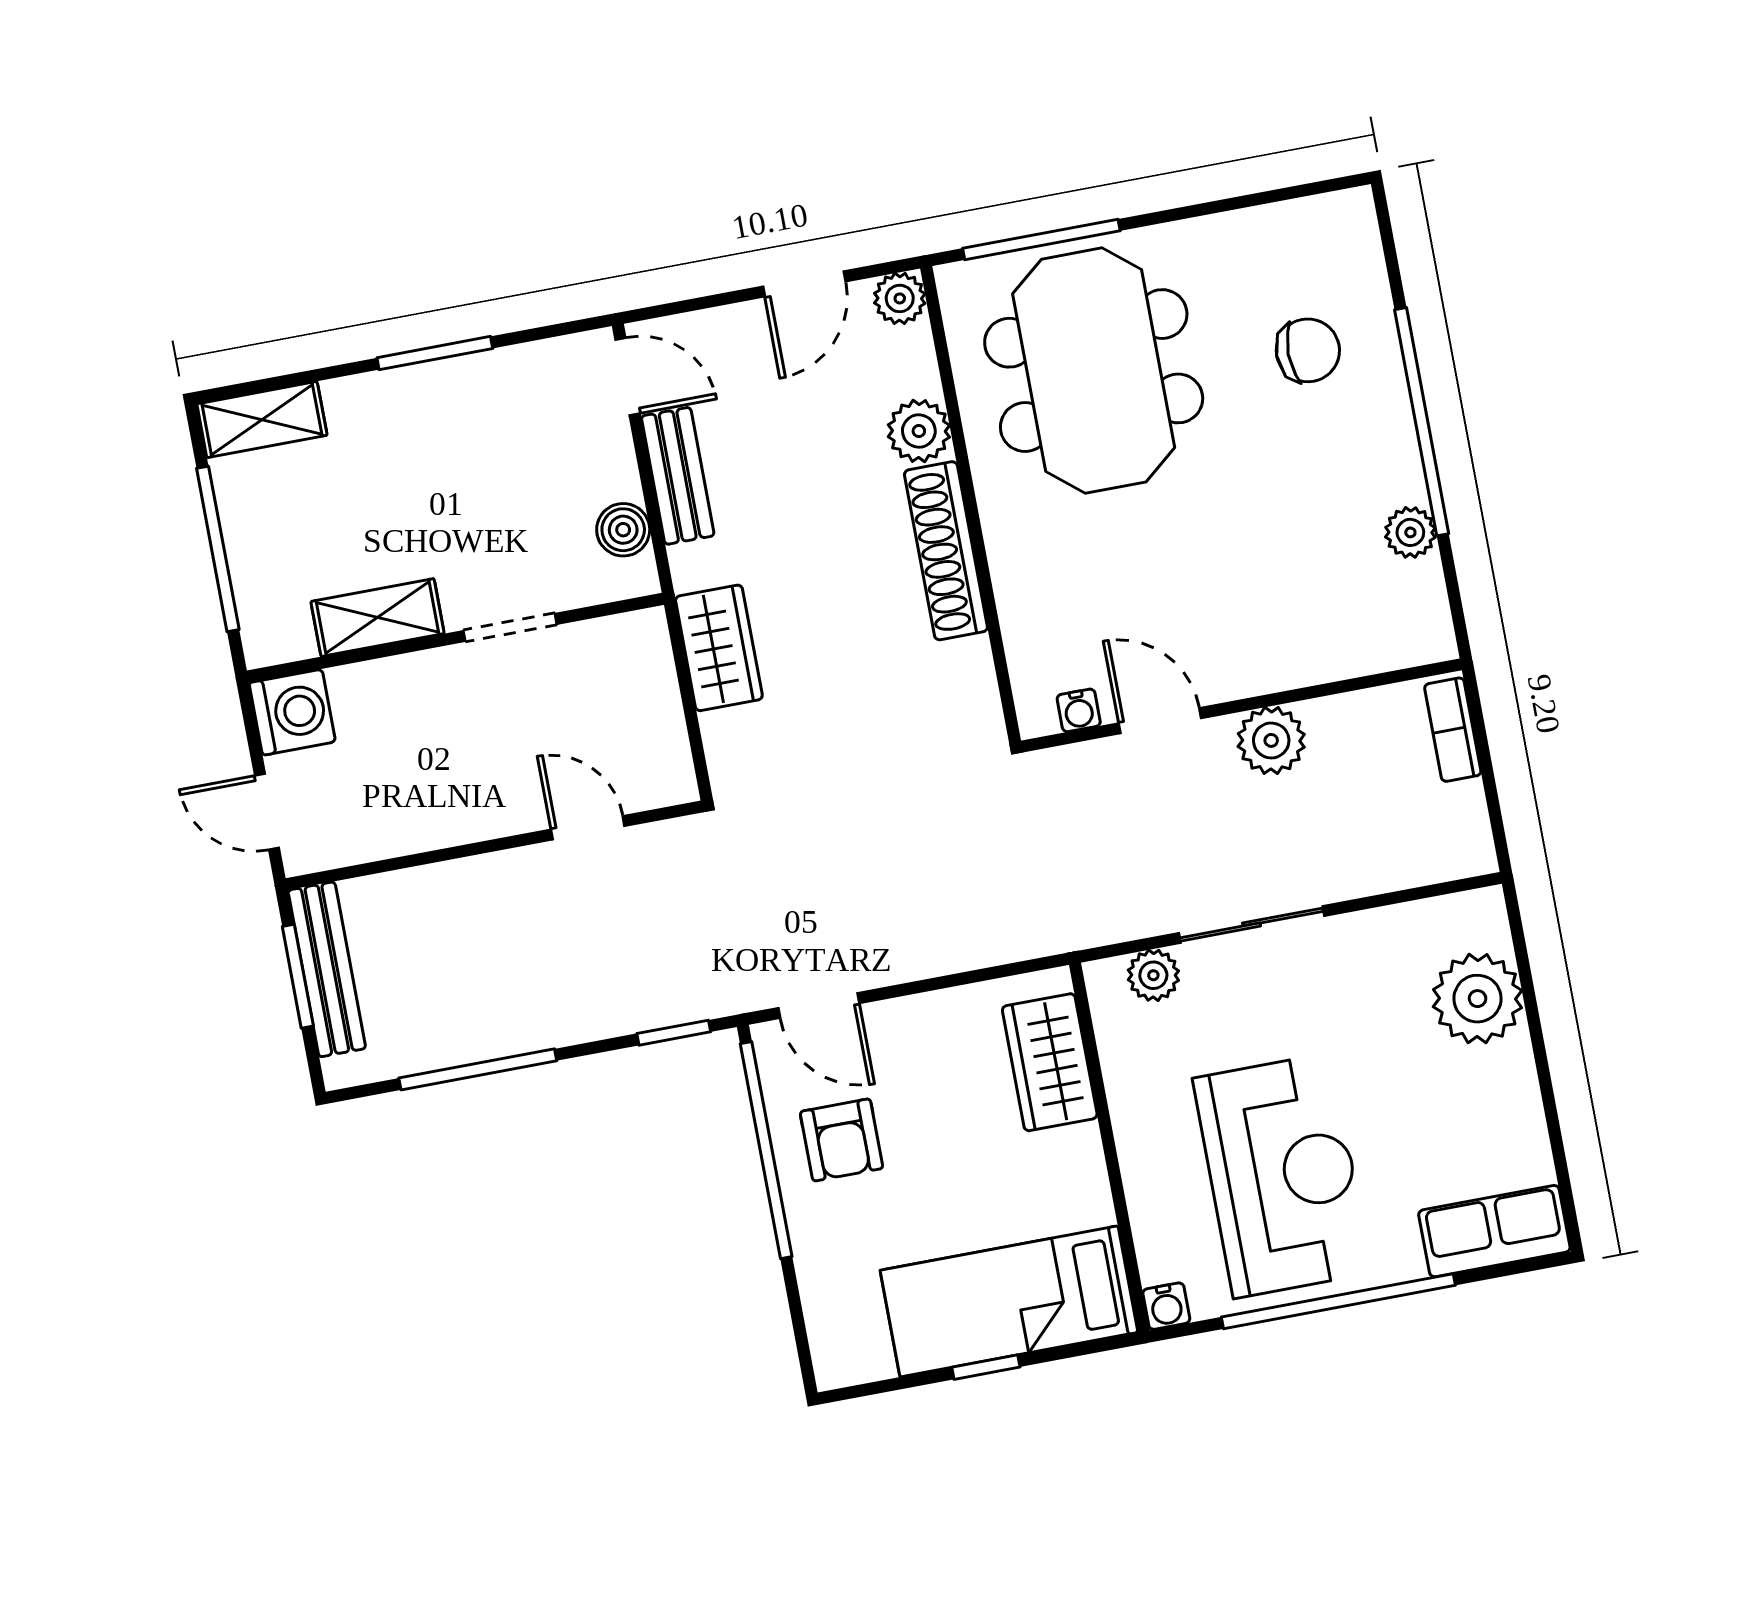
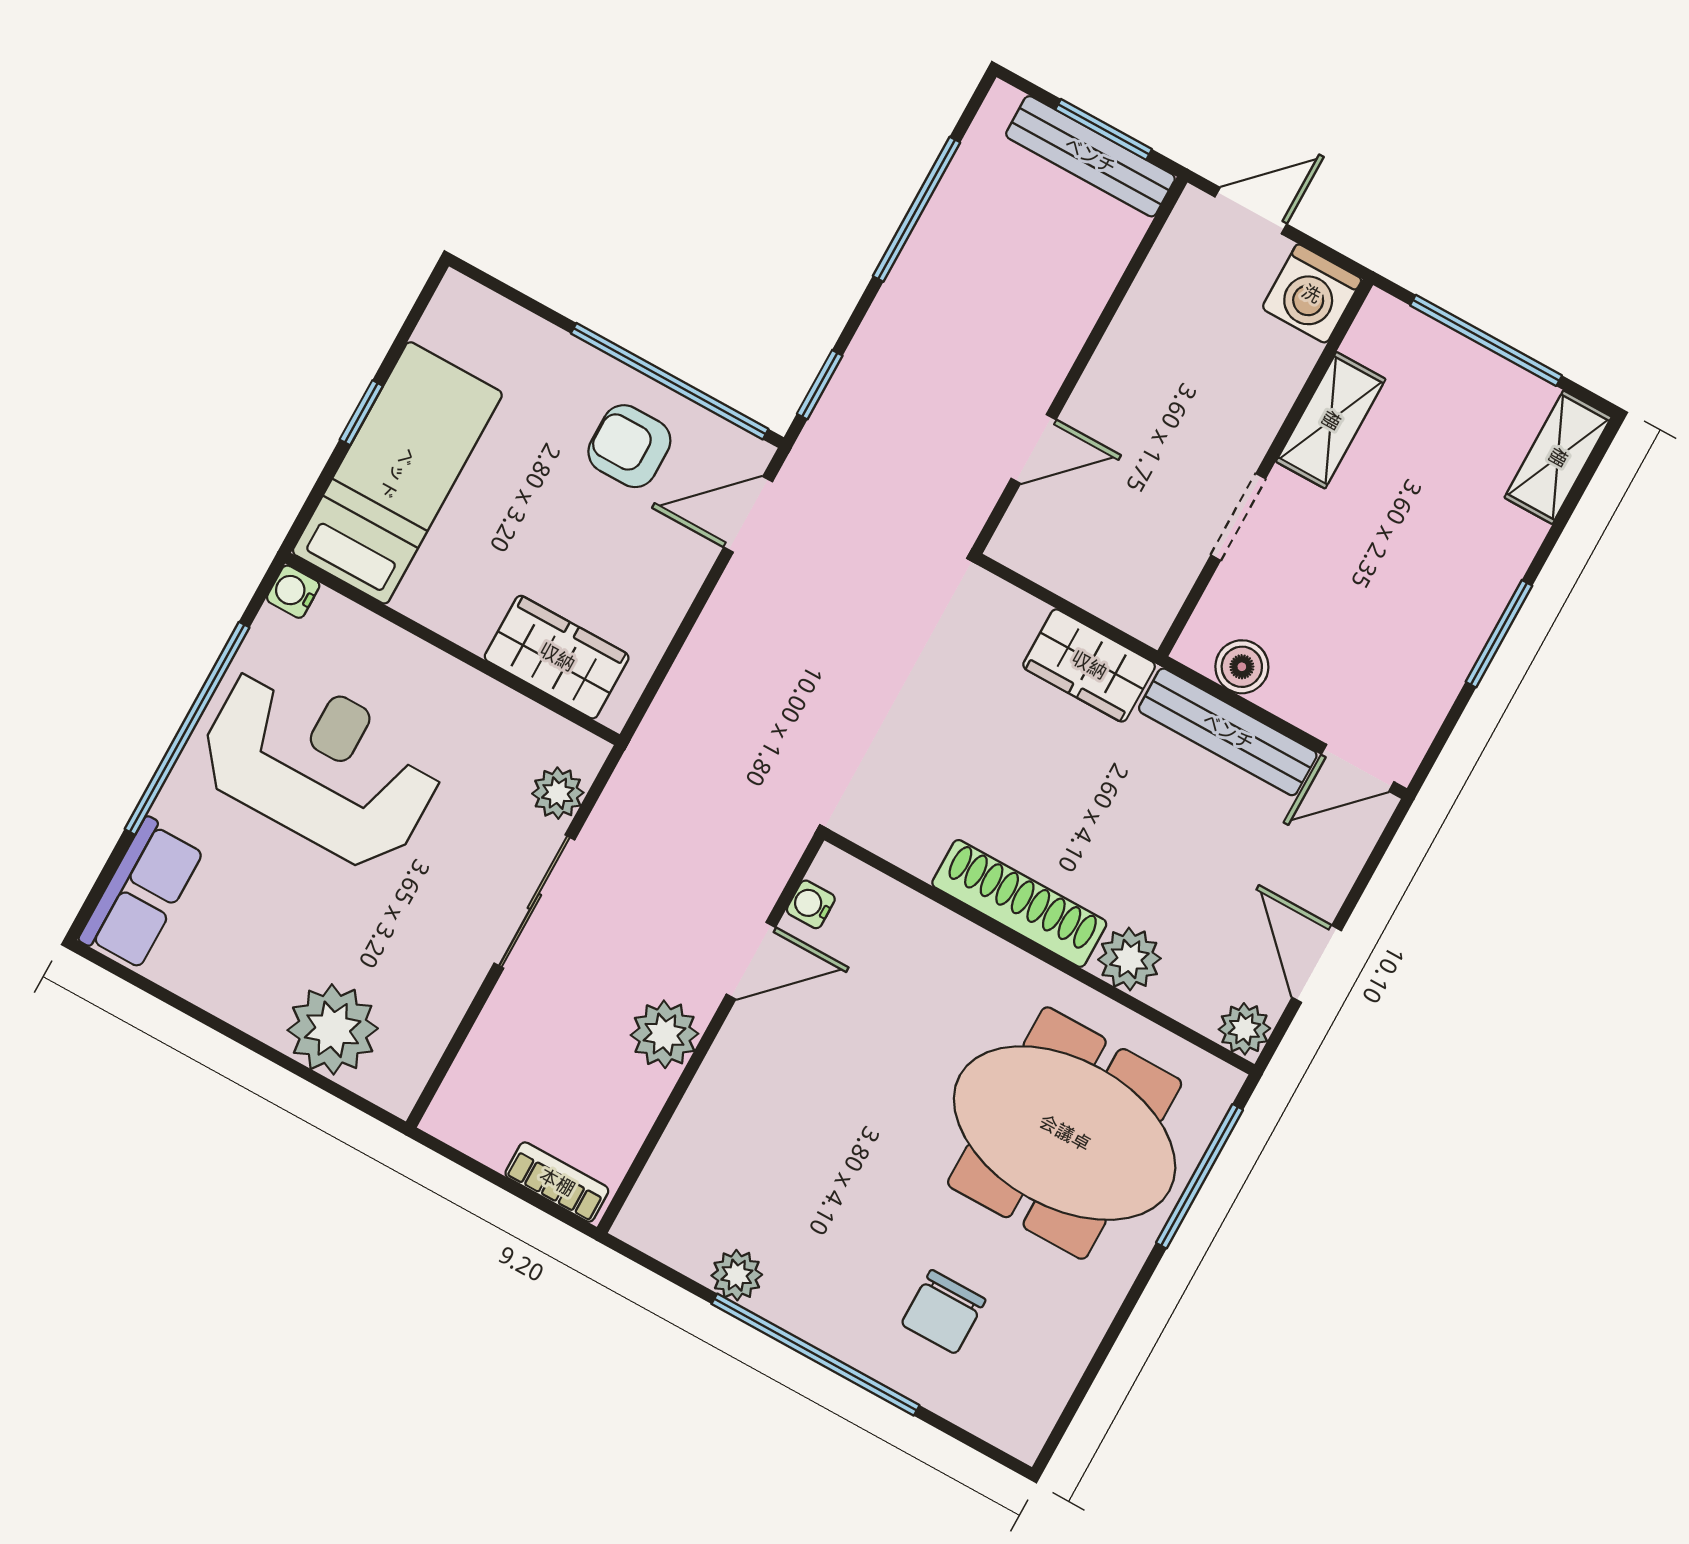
bench: (678, 476) -> (1228, 732), width x1.36
reception desk: (1282, 1176) -> (320, 765), turned 180

